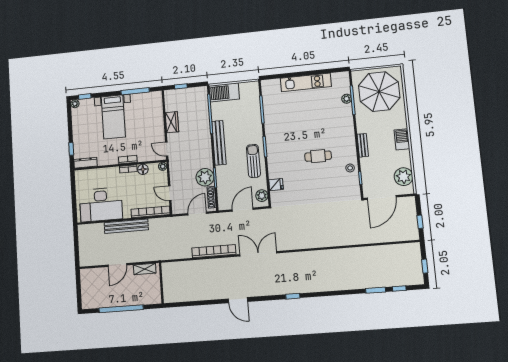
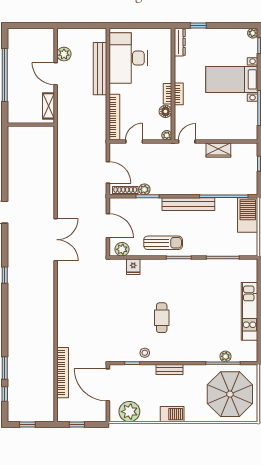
plant: (205, 177) -> (144, 189), width x0.53, depth x0.53
bench: (126, 226) -> (100, 69), moved
bookcase: (214, 251) -> (63, 373), moved
plant: (101, 259) -> (64, 54), added

